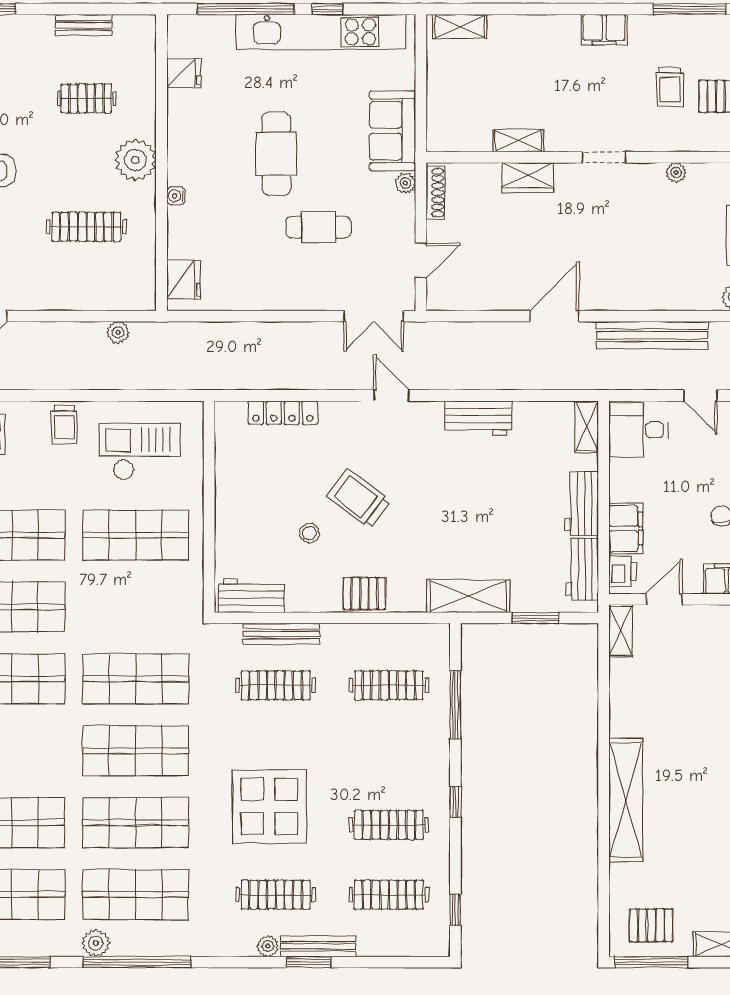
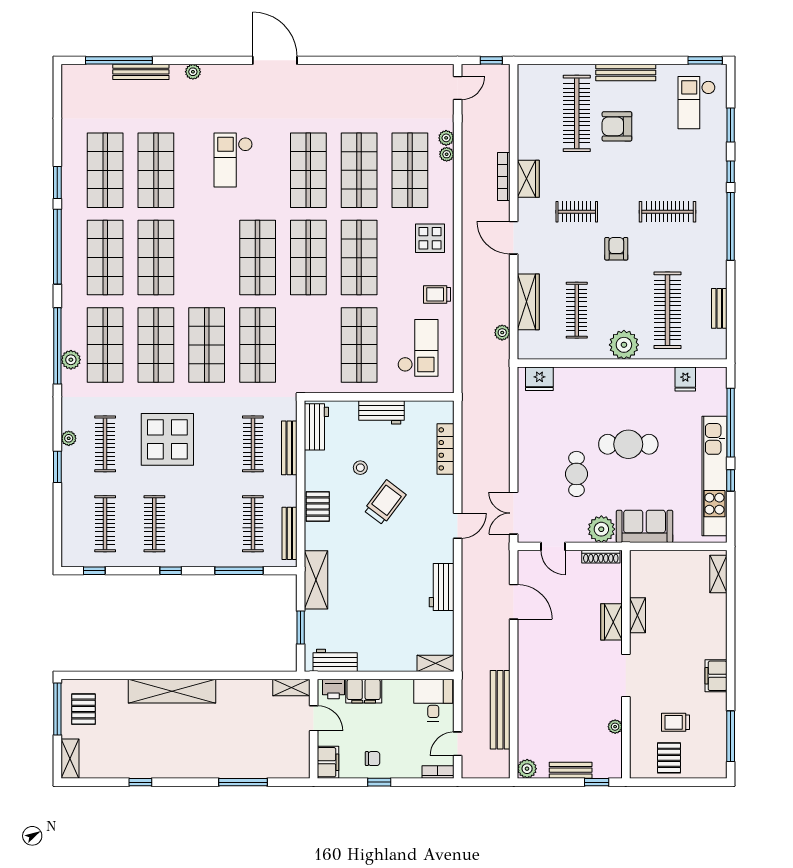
clothes rail: (86, 98) -> (667, 310), width x1.86, depth x1.31
doorway: (604, 157) -> (626, 676), width x1.38
plant: (405, 183) -> (601, 529), width x1.88, depth x1.88
water cooler: (176, 196) -> (599, 373), removed
wardrobe: (75, 295) -> (528, 302), added
door: (554, 316) -> (514, 602), moved
workbench: (582, 504) -> (382, 412), moved, turned 180
plant: (96, 943) -> (71, 360), moved
bench: (318, 946) -> (289, 533), moved

